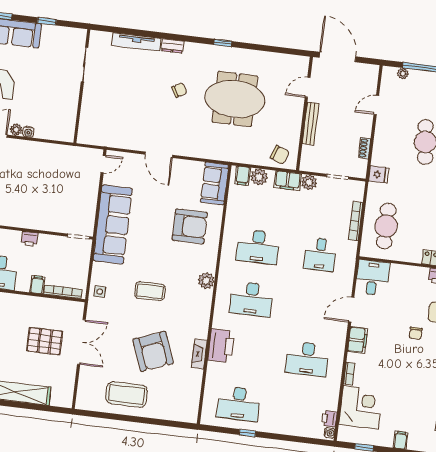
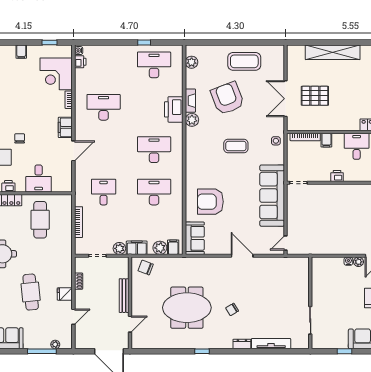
fridge: (379, 174) -> (65, 294), moved
cafe table: (386, 226) -> (40, 220), moved
desk: (372, 278) -> (39, 178), moved
plant: (206, 281) -> (192, 120), moved
plant: (192, 401) -> (192, 62), added

